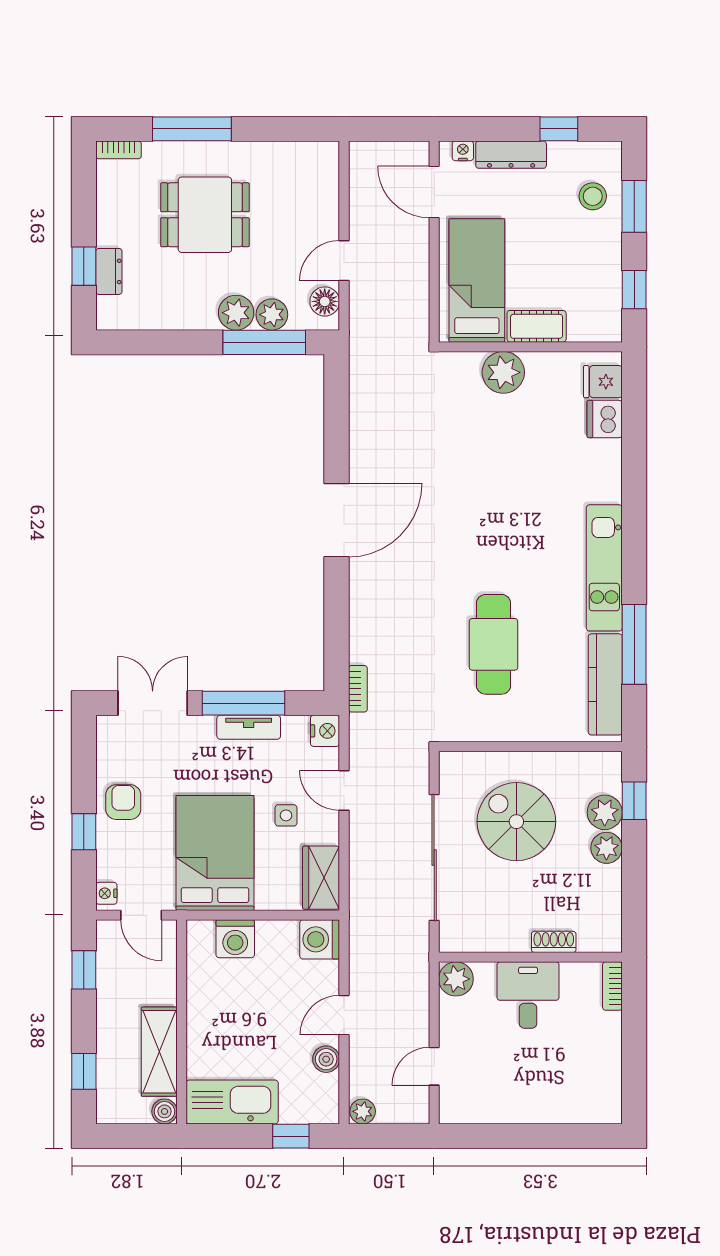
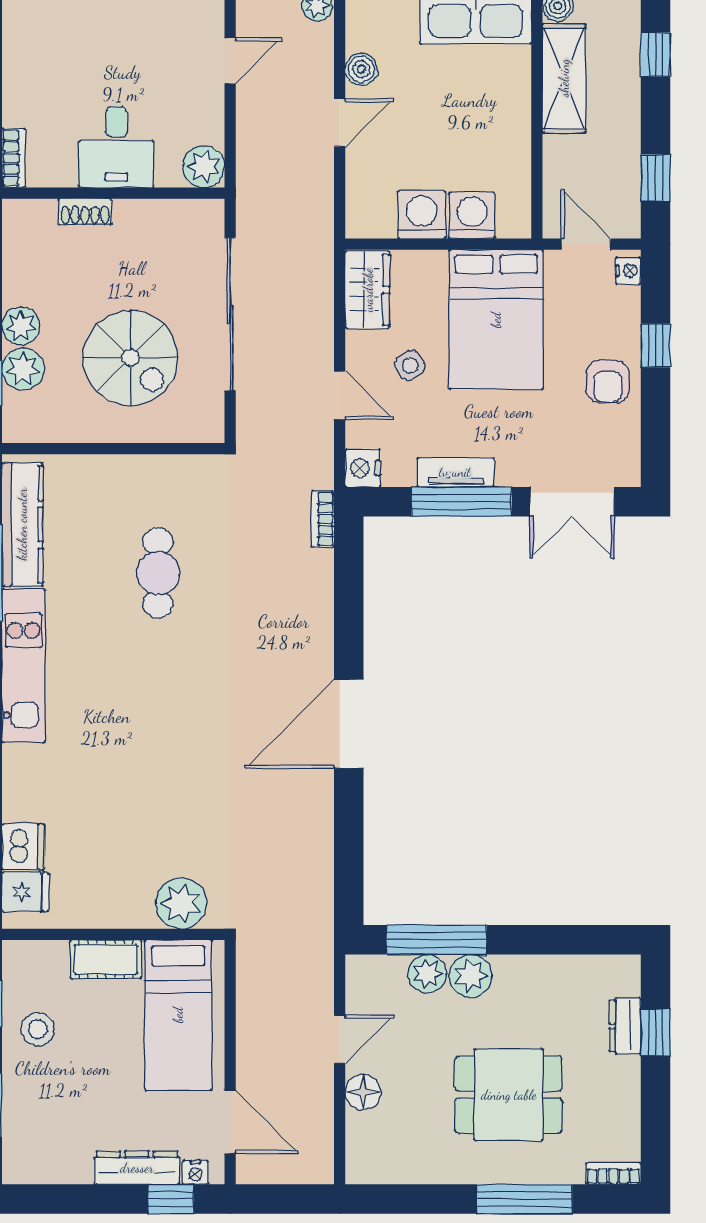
window: (559, 129) -> (171, 1199), moved
stool: (593, 196) -> (38, 1029), moved
floor lamp: (325, 301) -> (363, 1092), moved
plant: (503, 372) -> (181, 903), moved
cafe table: (494, 644) -> (158, 573), width x0.73, depth x0.74
side table: (286, 815) -> (410, 365), turned -34
washing machine: (320, 939) -> (422, 215), moved, turned -90

